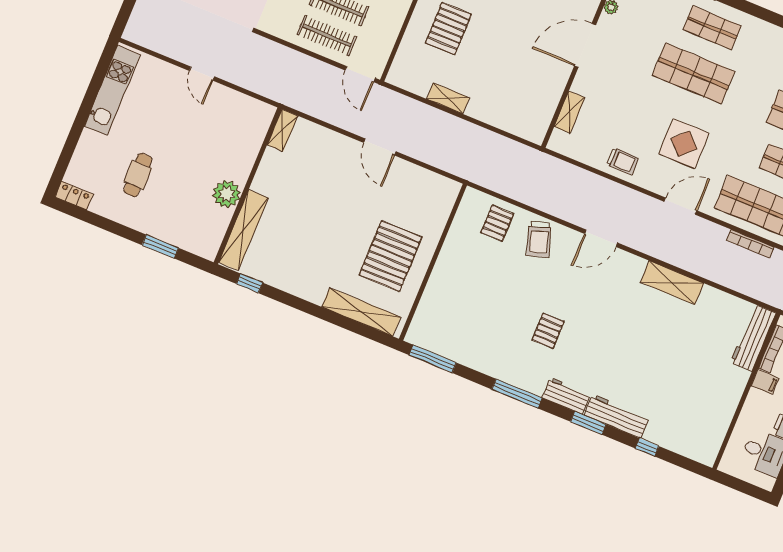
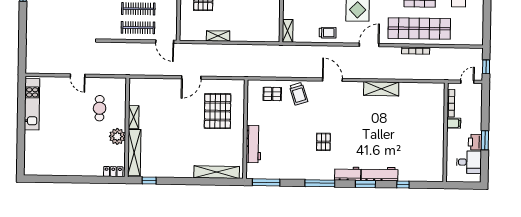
shelving: (569, 112) -> (288, 31), moved
shelving: (282, 130) -> (134, 117), moved
door: (380, 147) -> (191, 77), hinge flipped
cafe table: (138, 175) -> (100, 108), moved
locker: (74, 196) -> (113, 172), moved
pallet: (497, 223) -> (272, 94), turned 90
door: (601, 238) -> (332, 80), swing flipped
window: (160, 247) -> (92, 180), removed
pallet: (390, 256) -> (218, 111), moved
workbench: (753, 338) -> (253, 144), moved, turned 180

